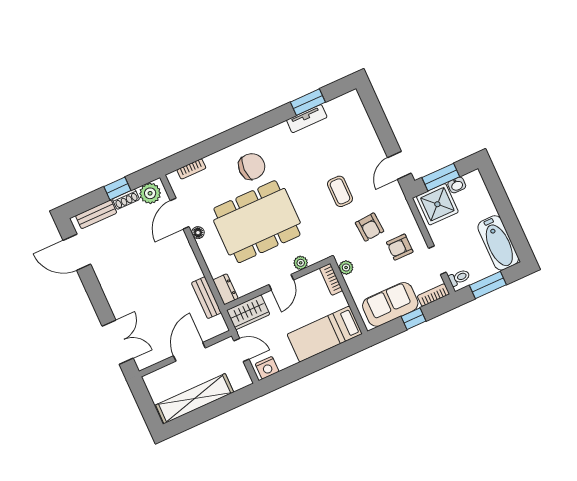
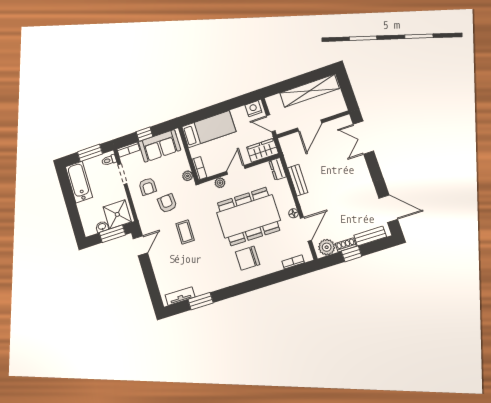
tv unit: (307, 119) -> (180, 296), moved
armchair: (400, 247) -> (148, 186), turned 90
bench: (206, 298) -> (298, 180), moved

